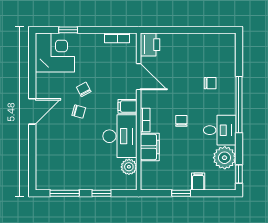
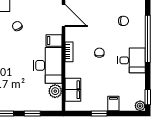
chair: (79, 112) -> (13, 45), removed
filing cabinet: (150, 147) -> (73, 90), moved
plant: (225, 158) -> (140, 106), moved, width x0.53, depth x0.53

